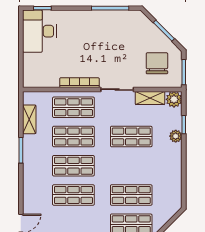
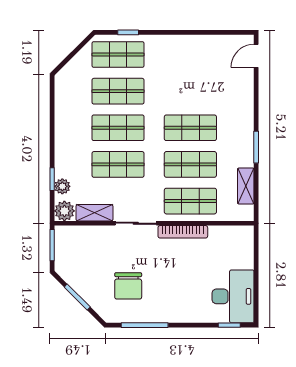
chair: (157, 63) -> (128, 286), moved
plant: (176, 136) -> (62, 186), moved
shop shelf: (73, 195) -> (118, 128), moved

